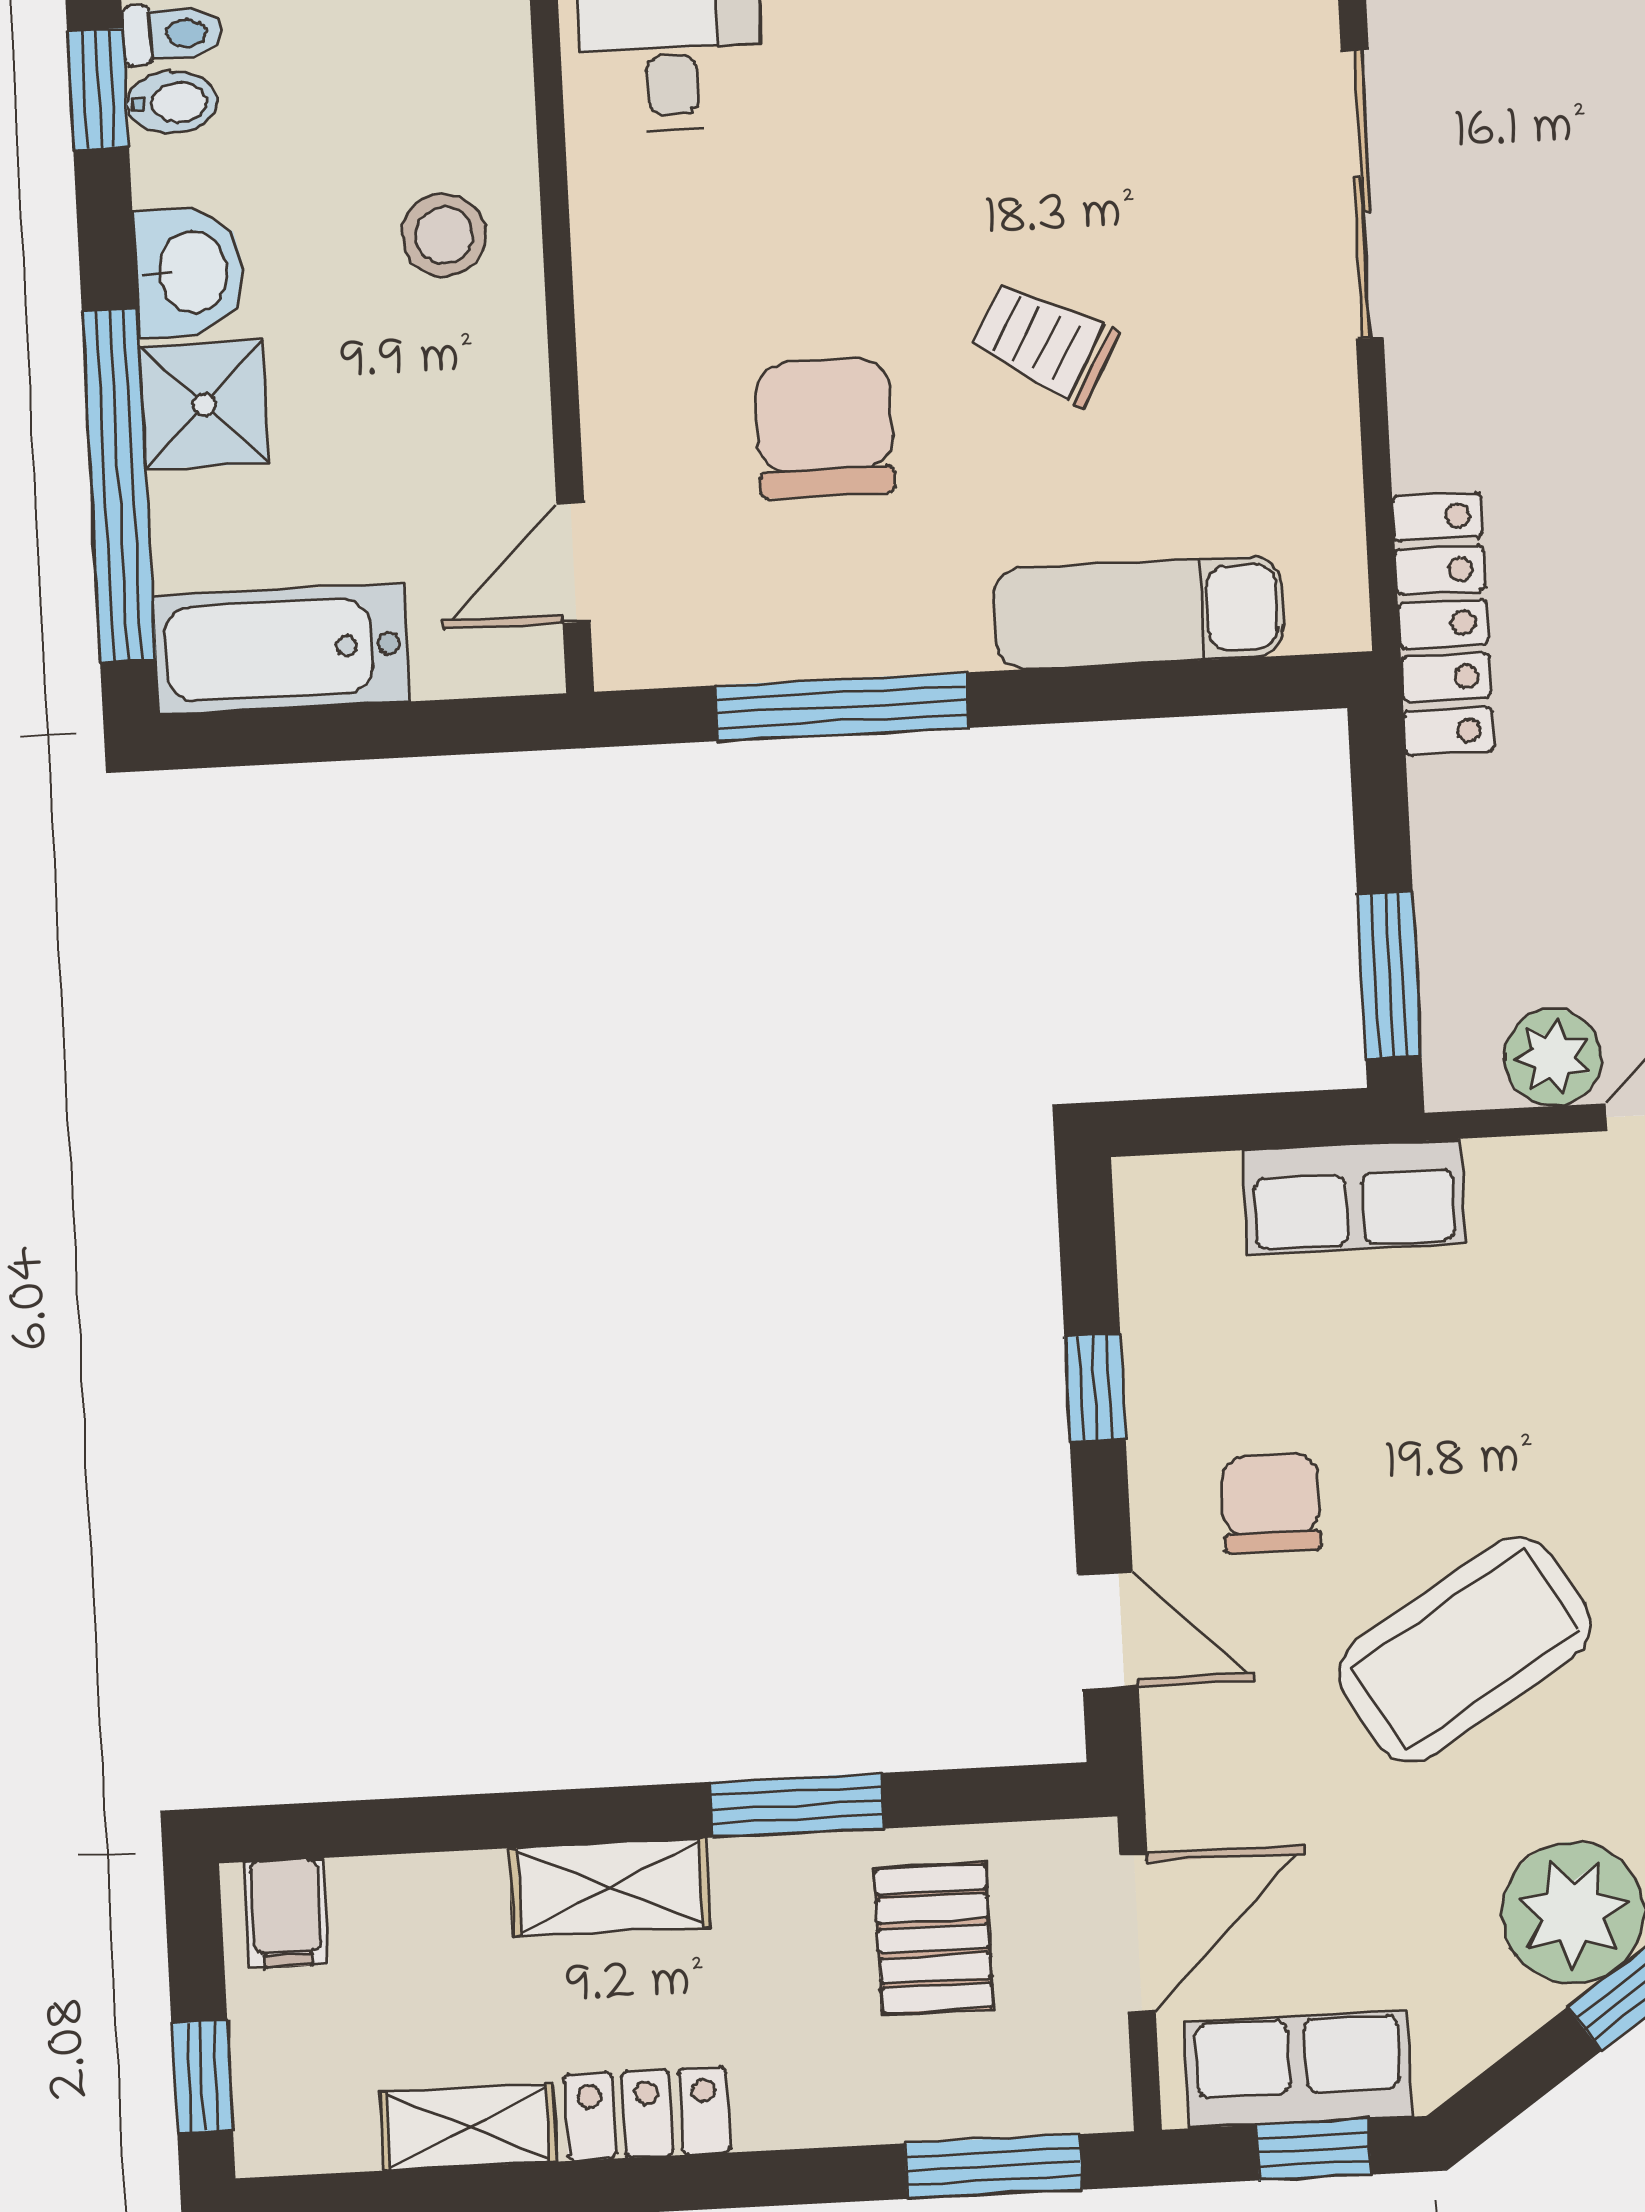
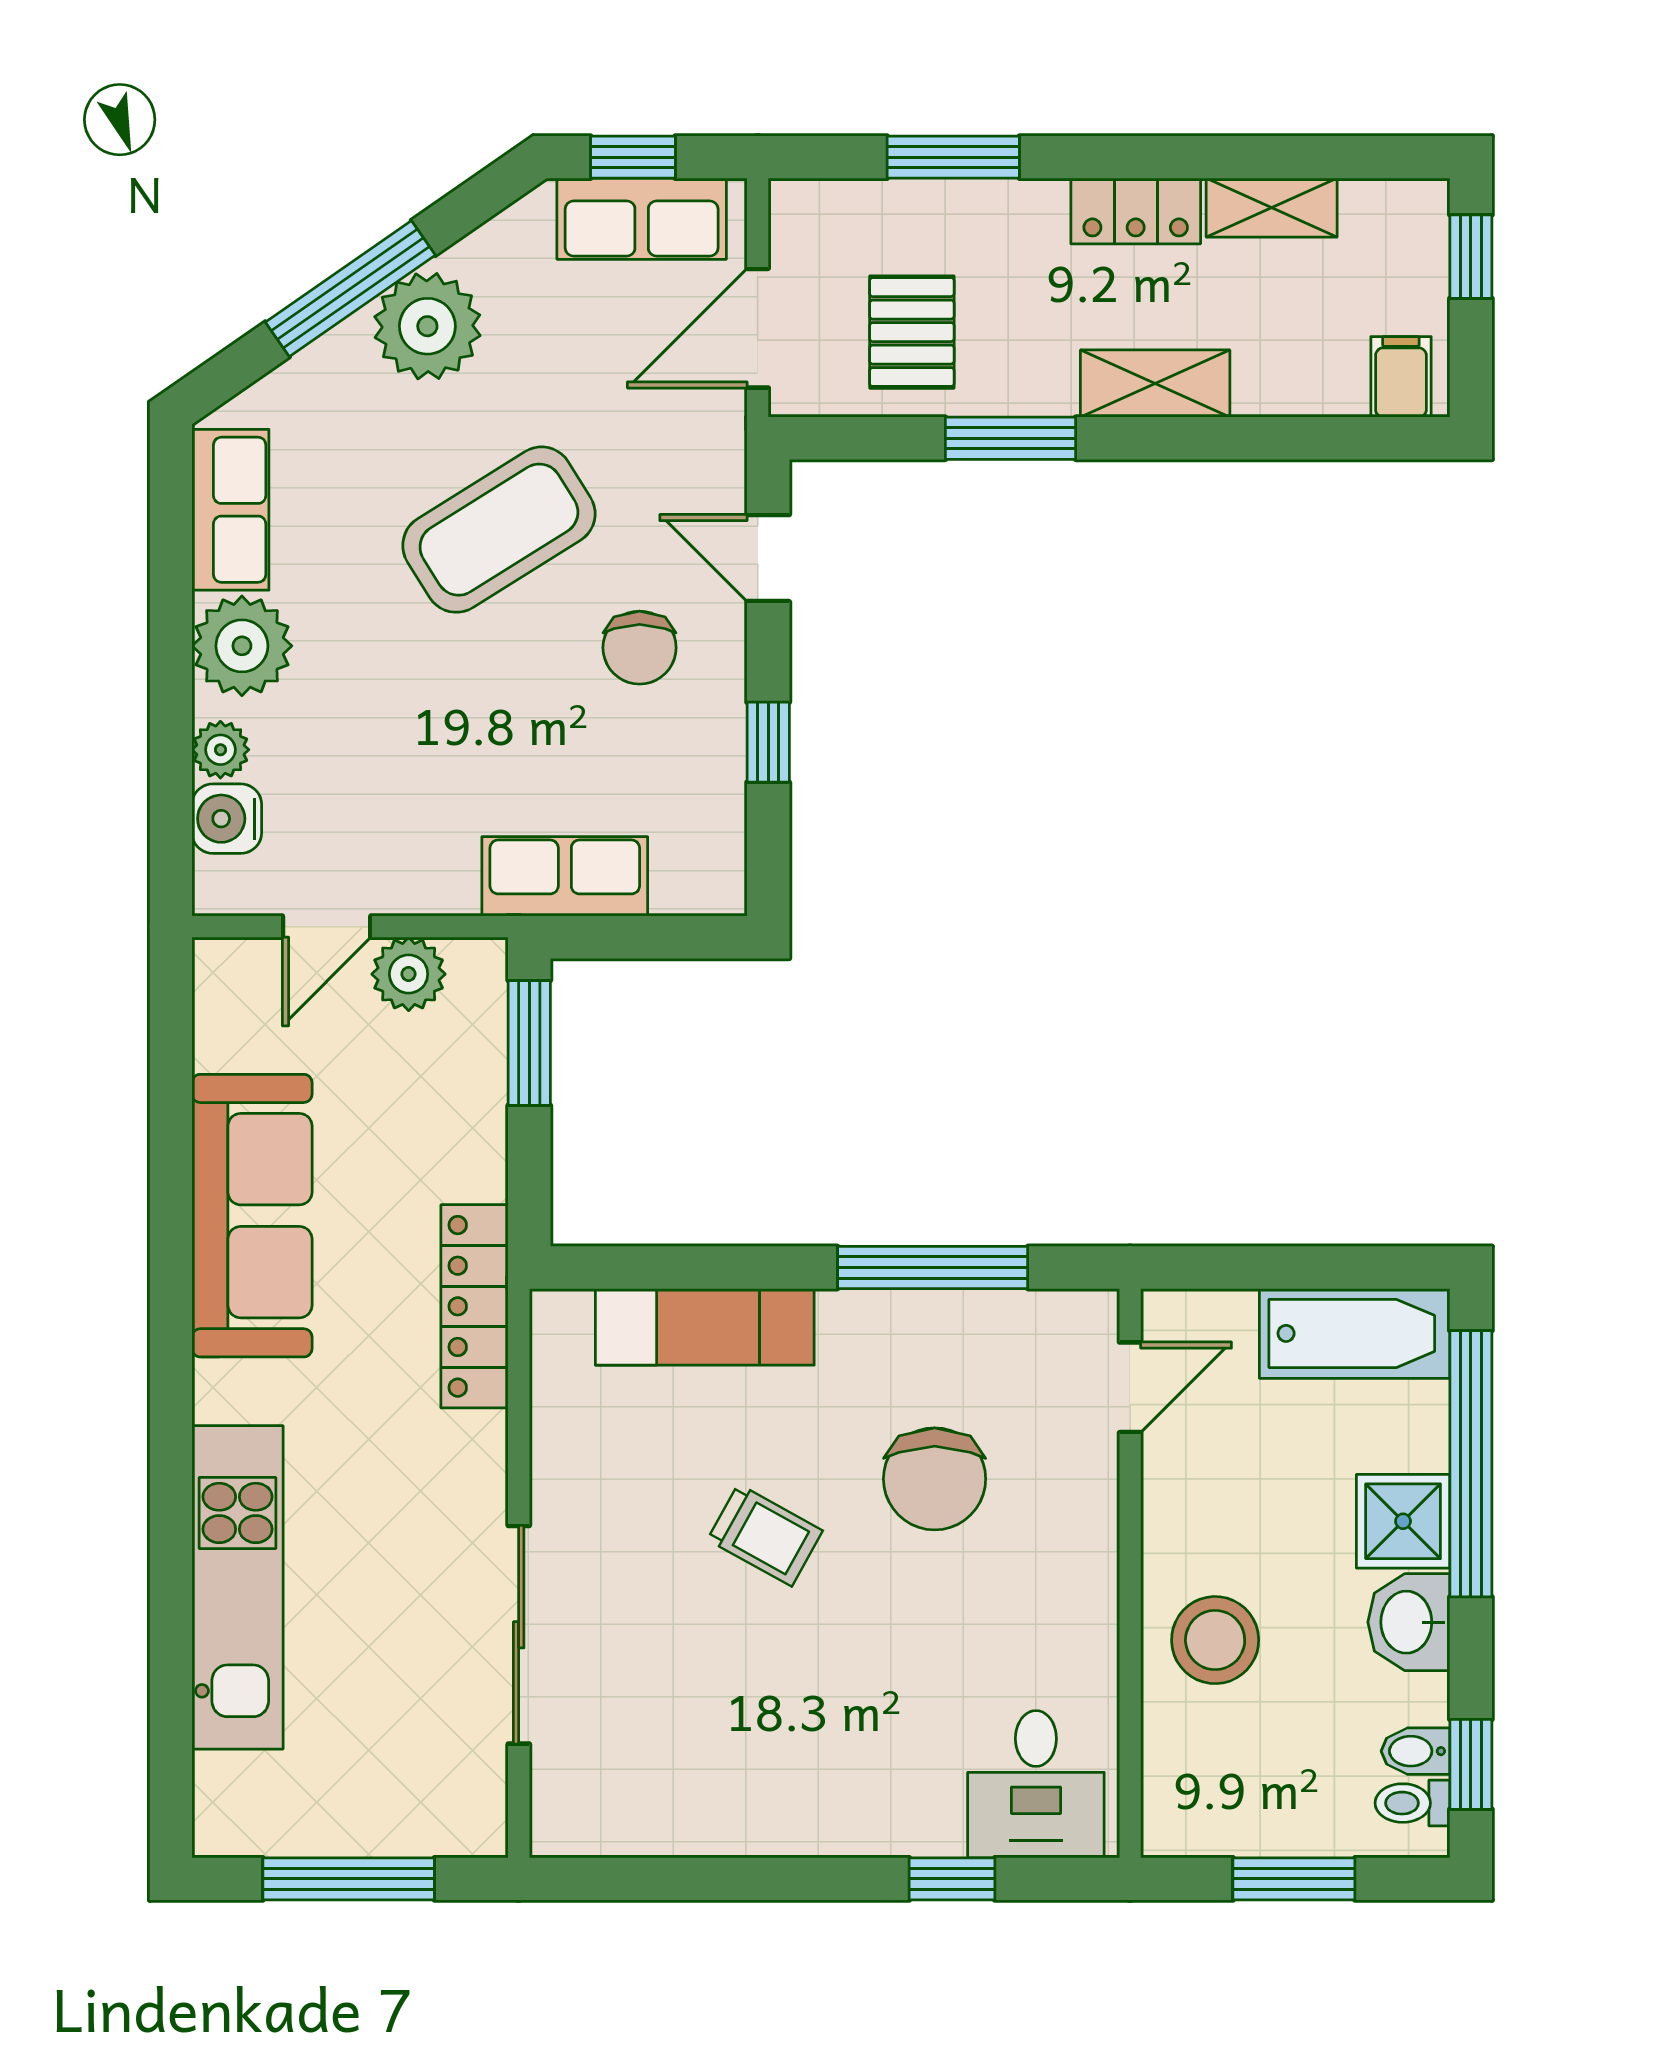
stool: (444, 235) -> (1215, 1640), width x1.38, depth x1.38
window: (993, 2167) -> (953, 157), moved

